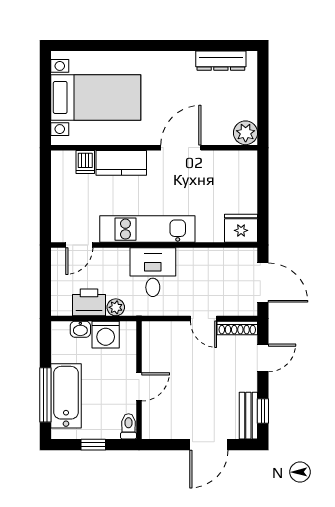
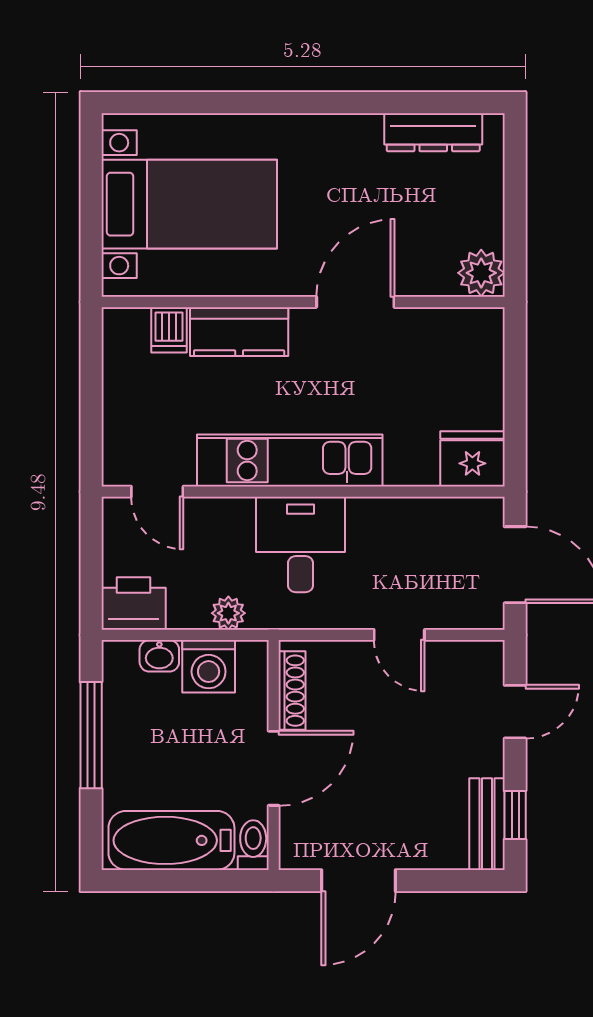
door: (79, 245) -> (157, 492), hinge flipped
printer: (89, 302) -> (134, 603), moved
shoe rack: (237, 328) -> (292, 691), moved, turned -90
door: (139, 387) -> (274, 768), width x1.37
window: (45, 395) -> (91, 735), moved
bathtub: (66, 396) -> (171, 840), moved, turned -90
window: (93, 445) -> (185, 881), removed
door: (209, 445) -> (359, 881), moved

